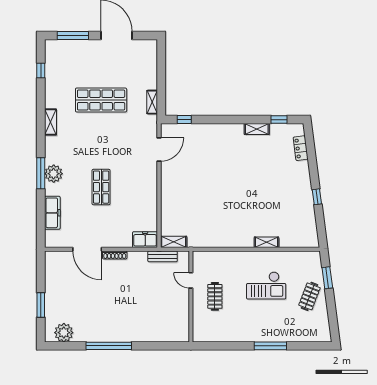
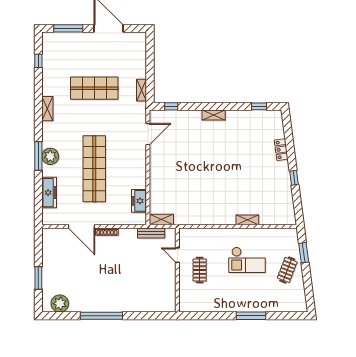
shelving: (257, 129) -> (214, 115), moved
locker: (301, 148) -> (281, 150), moved
shop shelf: (101, 187) -> (94, 169), width x2.00, depth x1.36
freezer: (145, 240) -> (139, 201), moved, turned -90

